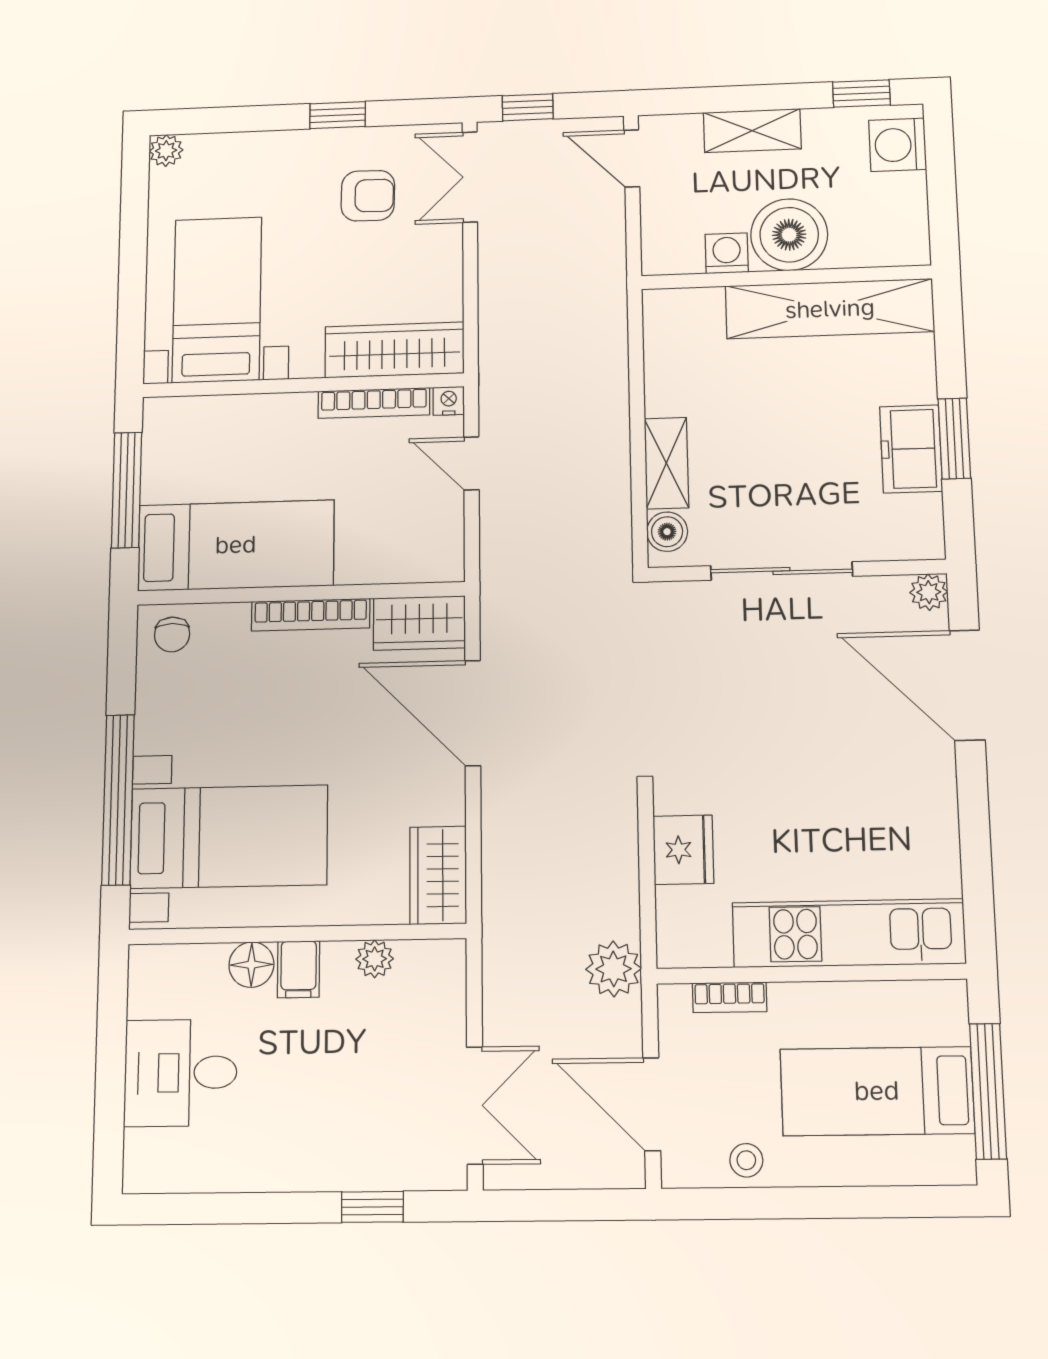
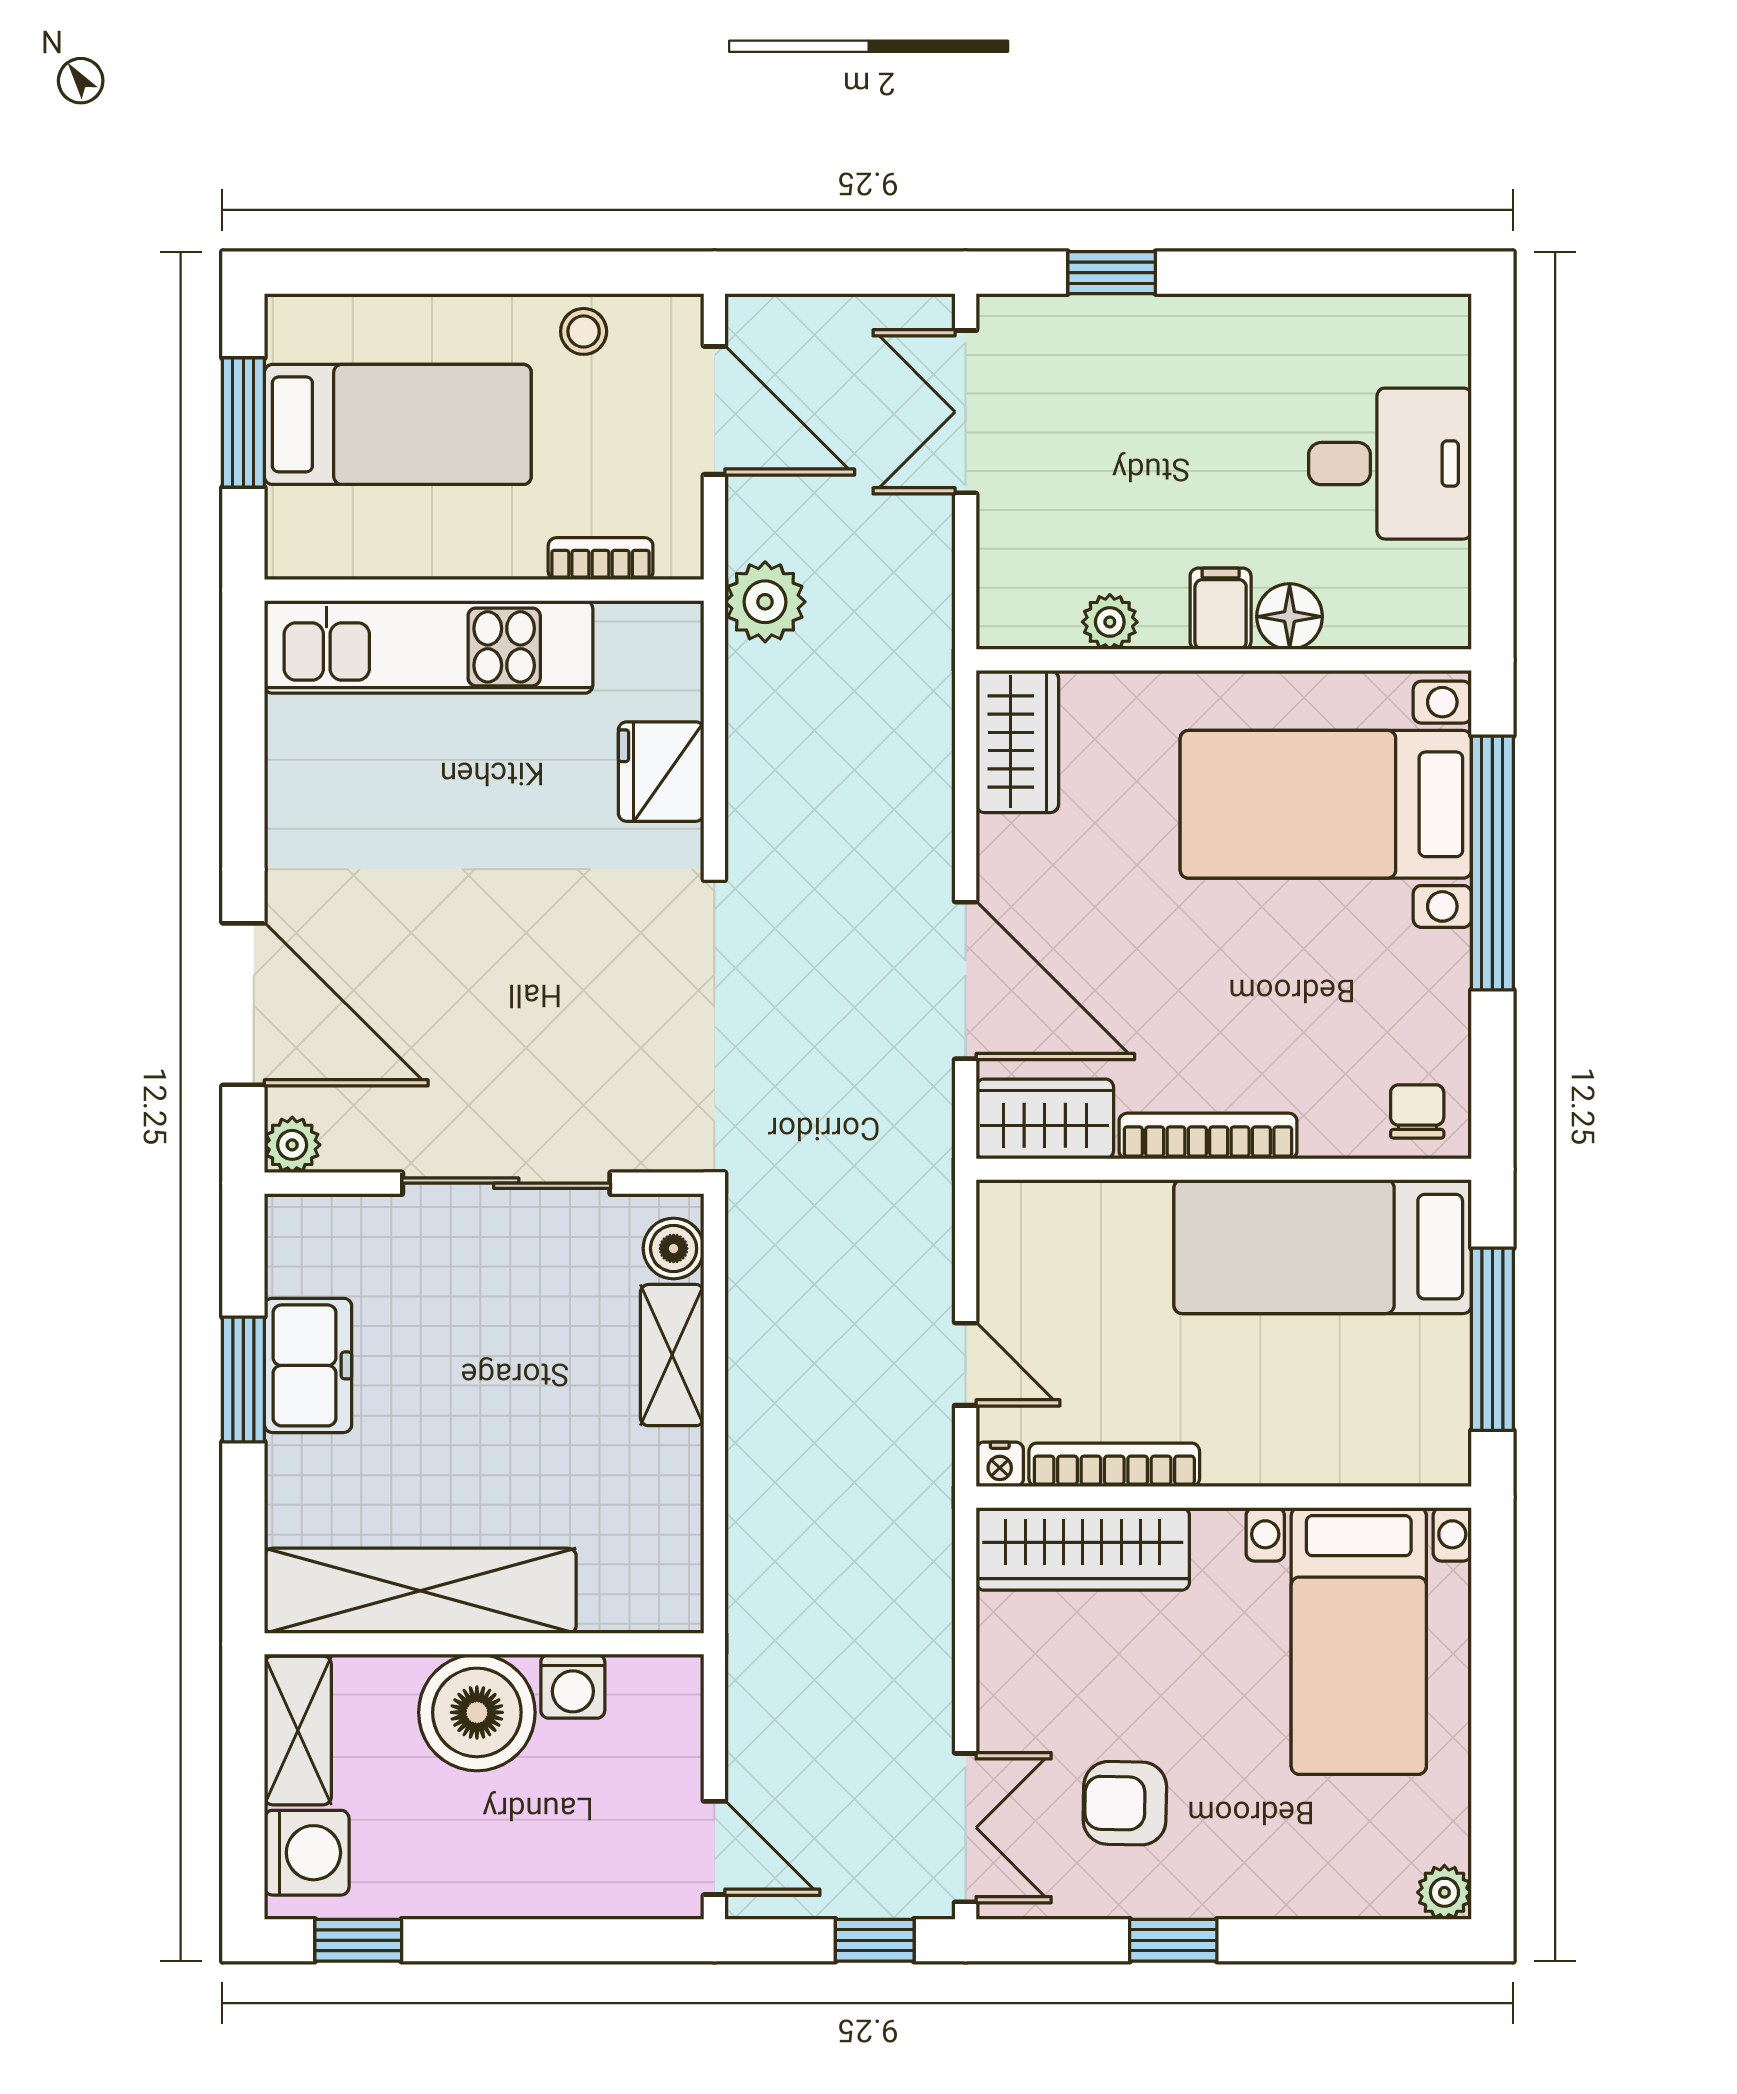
shelving: (752, 131) -> (298, 1730), moved, turned 90
window: (988, 1091) -> (243, 423), width x0.69

